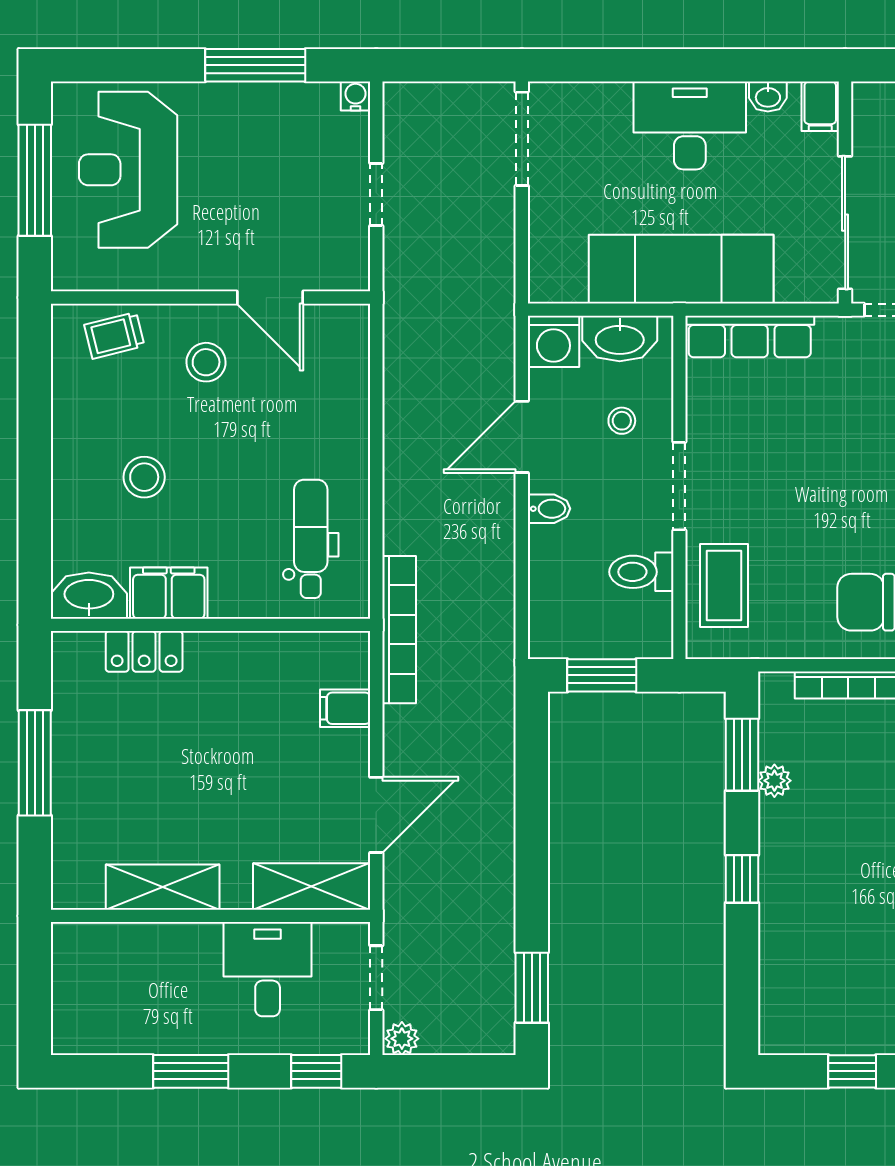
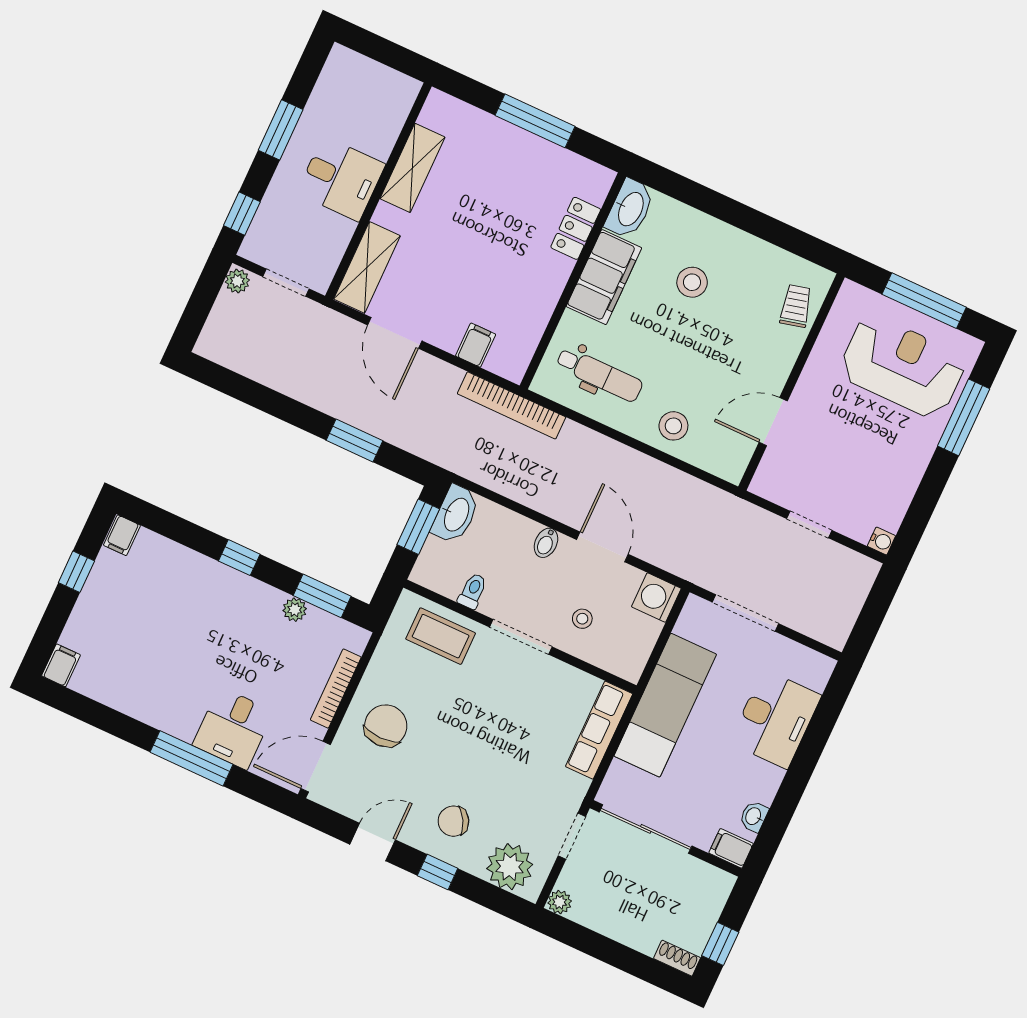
window: (255, 65) -> (964, 417), moved
desk: (690, 125) -> (775, 719), moved
doorway: (522, 139) -> (745, 613), moved
washbasin: (620, 339) -> (456, 514), moved, turned 180
stool: (206, 362) -> (673, 426), moved
toilet: (641, 572) -> (473, 591), width x0.73, depth x0.72
filing cabinet: (169, 593) -> (604, 277), width x1.50, depth x1.17
desk: (268, 969) -> (341, 179), moved
window: (532, 988) -> (354, 441), moved
filing cabinet: (781, 1036) -> (122, 535), added

